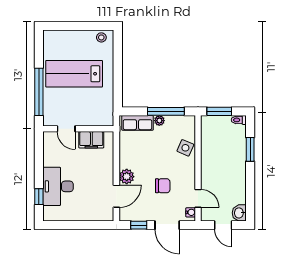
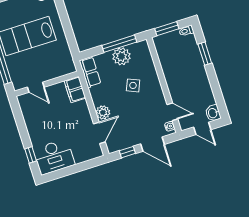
plant: (159, 121) -> (121, 56), width x1.87, depth x1.87
row of seats: (138, 123) -> (90, 72), moved, turned -90
filing cabinet: (91, 140) -> (75, 90), moved, turned 90
side table: (185, 148) -> (133, 85), moved
desk: (58, 186) -> (54, 157), moved, turned -90
chair: (163, 186) -> (137, 110), removed

